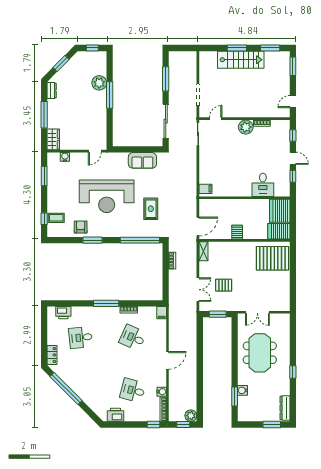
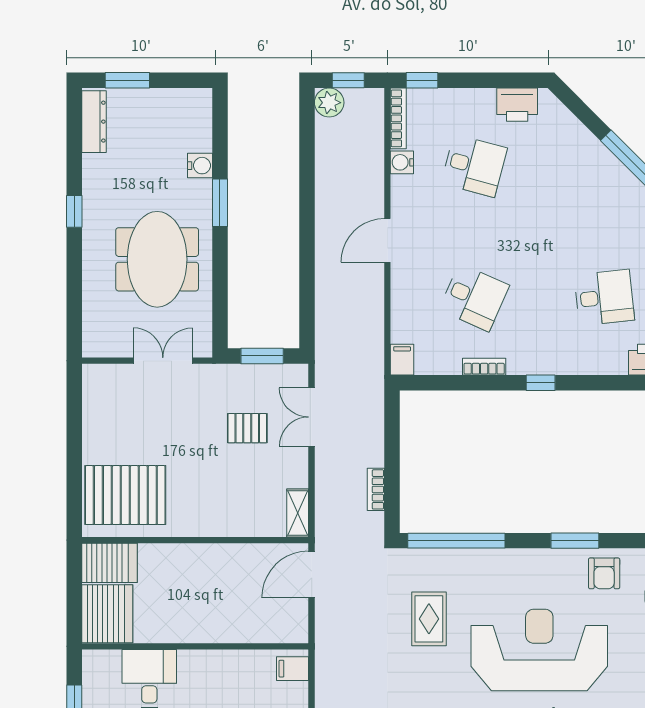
server rack: (237, 232) -> (214, 561), removed
window: (106, 303) -> (541, 383), width x0.46
window: (235, 397) -> (220, 203), moved

